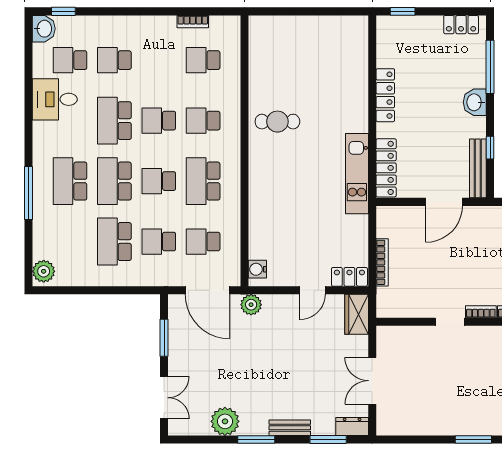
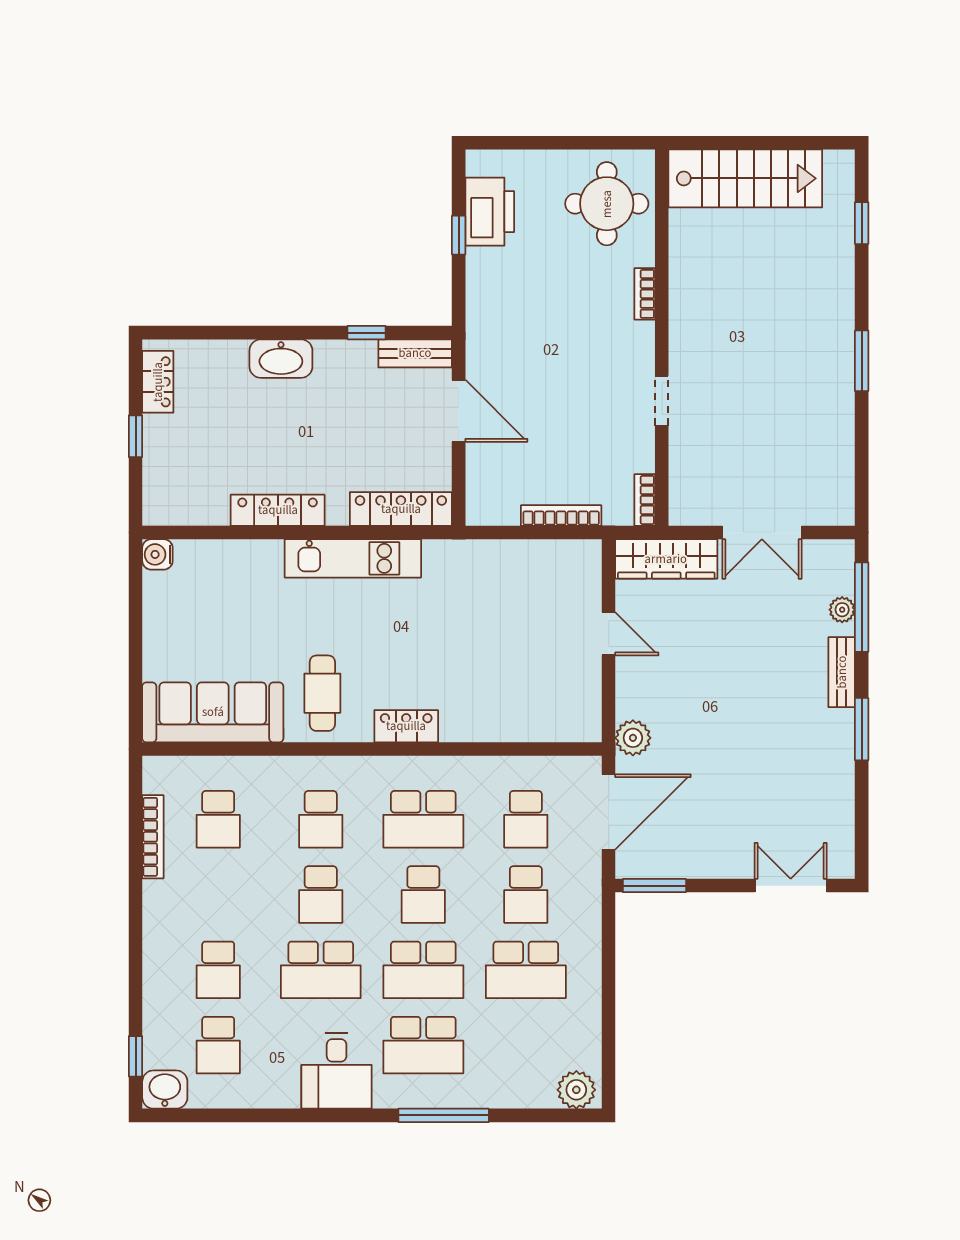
window: (403, 11) -> (136, 436), moved
bookcase: (193, 22) -> (153, 837), width x1.56
sofa: (266, 57) -> (213, 712), added
window: (490, 67) -> (230, 333), removed
desk: (55, 99) -> (337, 1071), moved
washbasin: (475, 102) -> (281, 359), width x1.38
bench: (478, 168) -> (415, 353), width x0.73
kitchen unit: (357, 174) -> (353, 558), moved
water cooler: (257, 269) -> (157, 554), moved, turned 90
locker: (349, 277) -> (406, 726), moved, turned 90
bookcase: (481, 312) -> (645, 500), moved
wardrobe: (357, 314) -> (666, 559), width x1.50
window: (164, 338) -> (654, 886), moved
plant: (225, 421) -> (842, 610), moved, width x0.53, depth x0.53
dresser: (352, 426) -> (840, 567), removed
window: (328, 440) -> (862, 607), width x1.44

